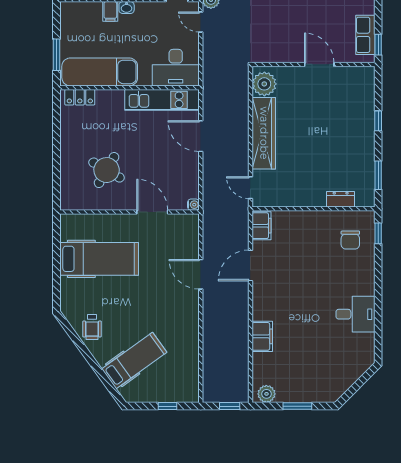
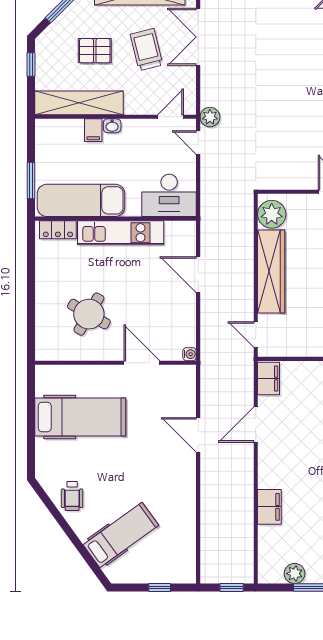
kitchen unit: (162, 100) -> (121, 233), moved
plant: (266, 394) -> (295, 574), moved

